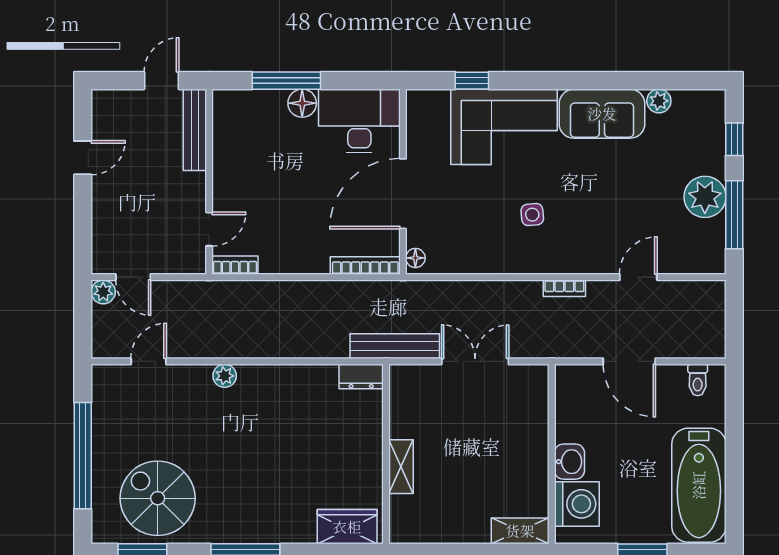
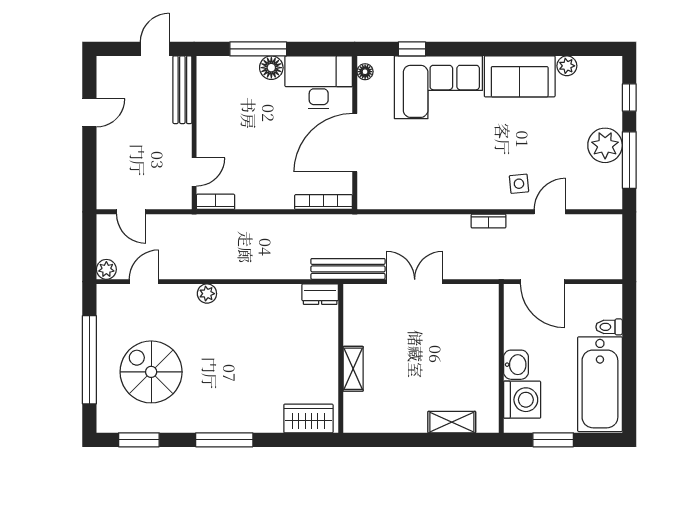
side table: (532, 215) -> (519, 184), moved
floor lamp: (415, 258) -> (365, 72), moved
plant: (103, 292) -> (106, 269), moved
toilet: (698, 380) -> (609, 327), moved, turned 90
wall: (552, 454) -> (501, 358), moved
washbasin: (569, 462) -> (516, 365), moved
spiral stairs: (158, 498) -> (151, 372), moved
washing machine: (577, 504) -> (522, 400), moved

